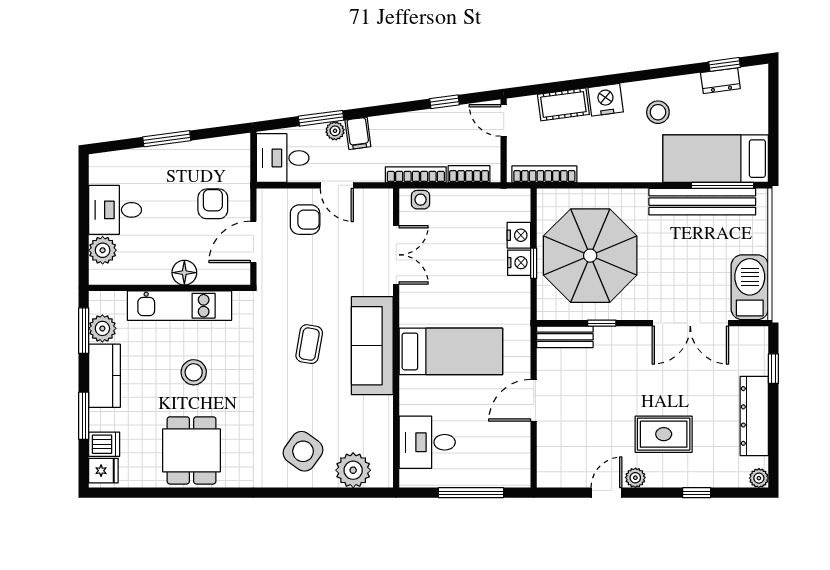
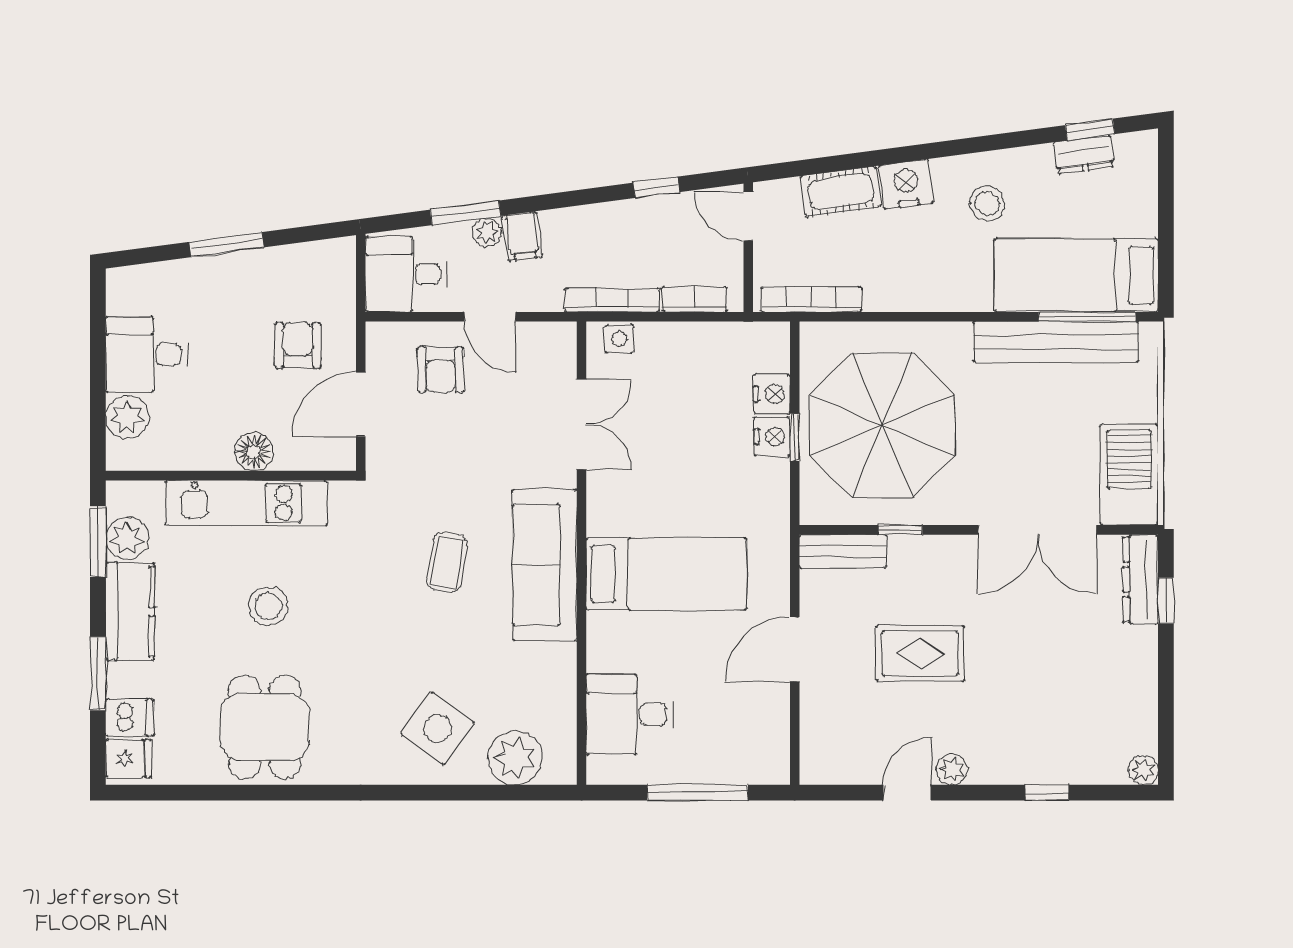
armchair: (305, 220) -> (441, 370), turned 90
dresser: (754, 416) -> (1141, 579), moved, width x0.73, depth x0.80
rug: (664, 434) -> (920, 653), moved

